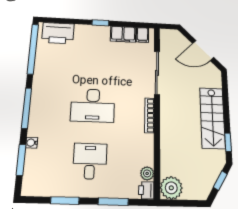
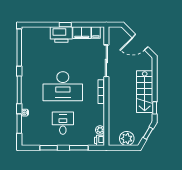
printer: (58, 33) -> (61, 35), moved
desk: (93, 105) -> (63, 86), width x1.36, depth x1.30
plant: (171, 188) -> (127, 139), moved

